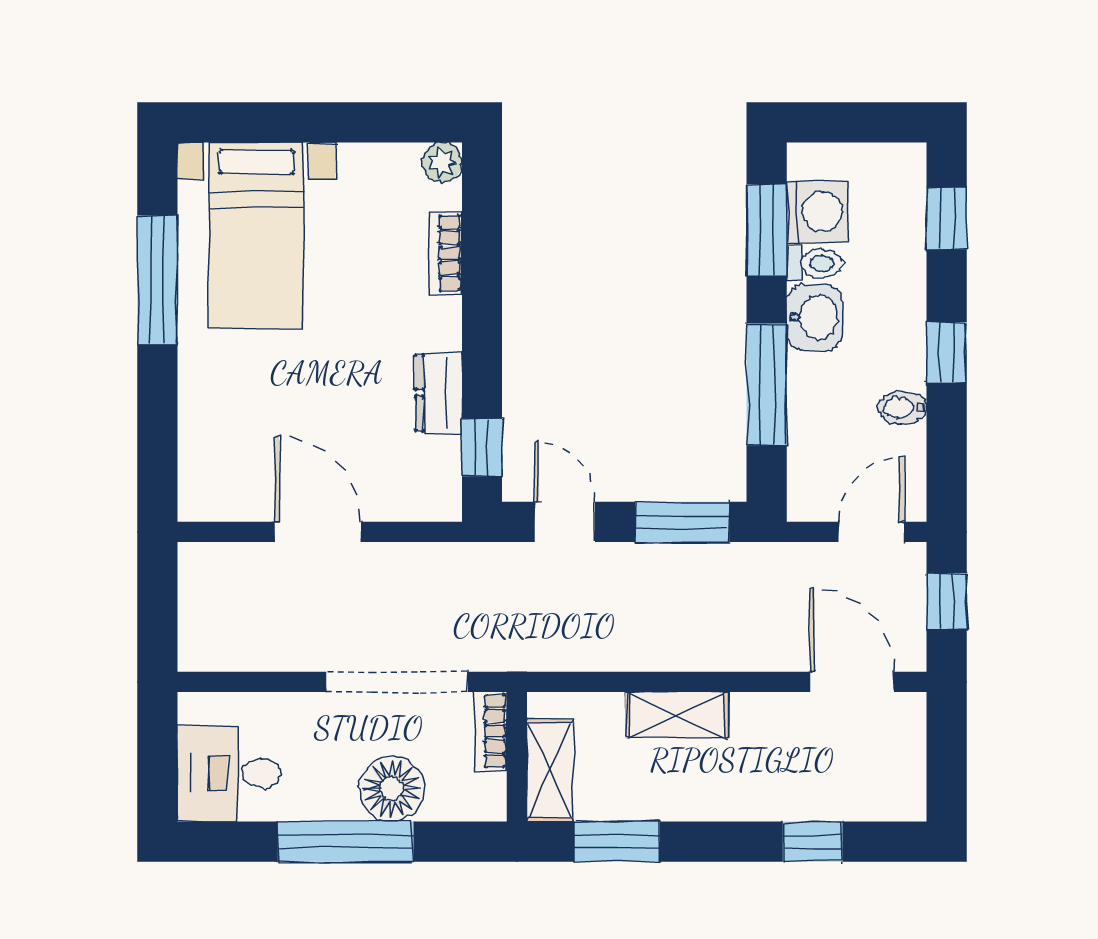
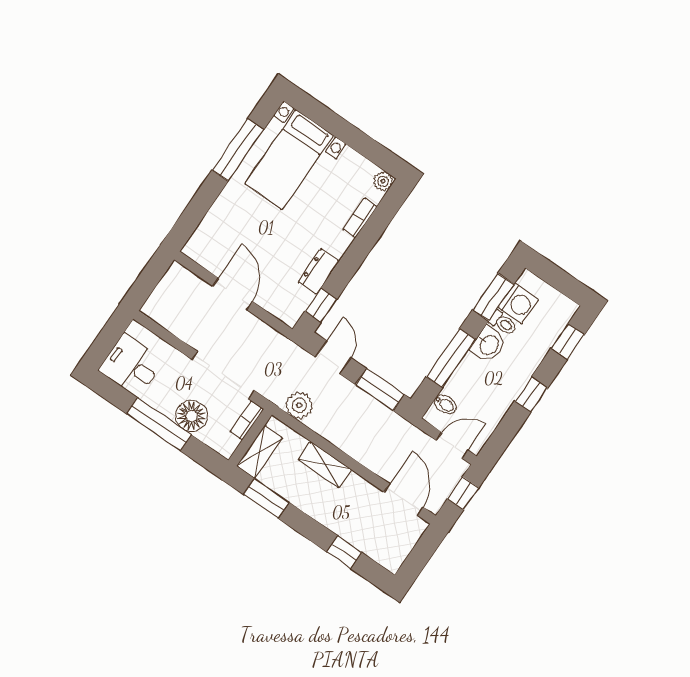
bidet: (902, 408) -> (445, 404), moved, turned 180
plant: (563, 644) -> (299, 405), added

